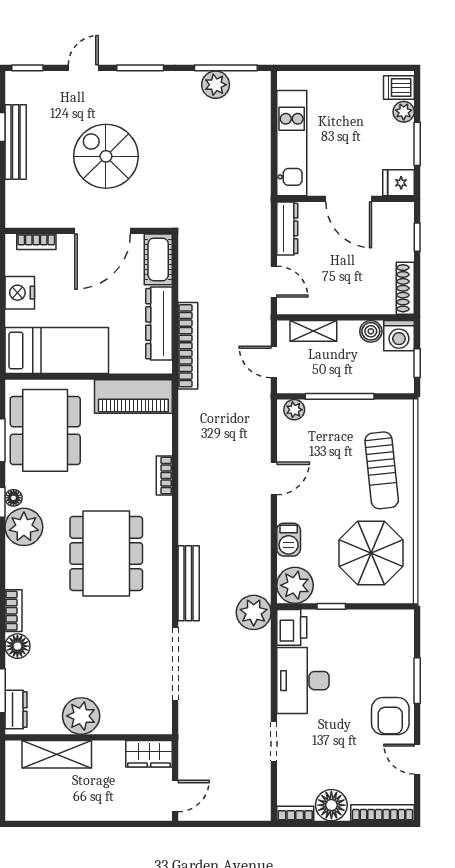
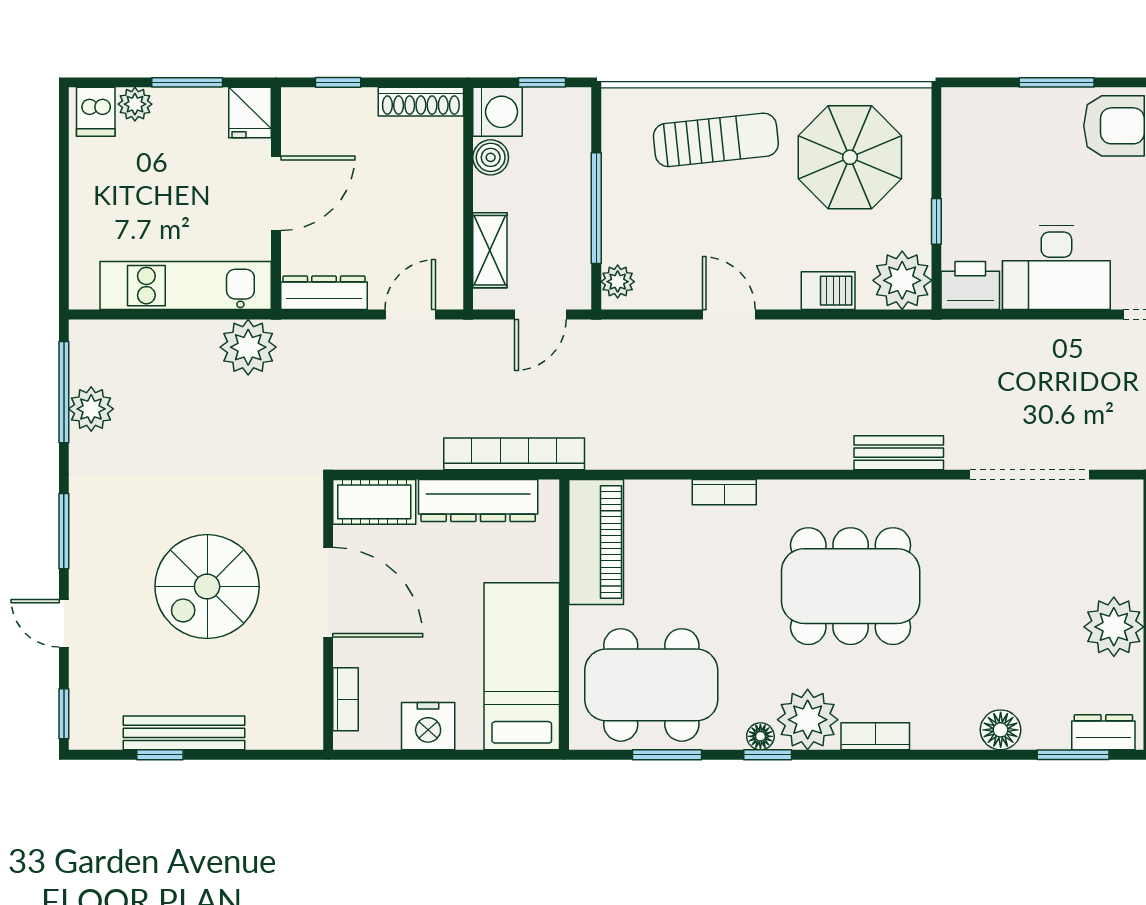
bench: (189, 583) -> (899, 453), width x0.73
bookcase: (14, 611) -> (875, 736), moved
plant: (254, 612) -> (248, 347), moved

